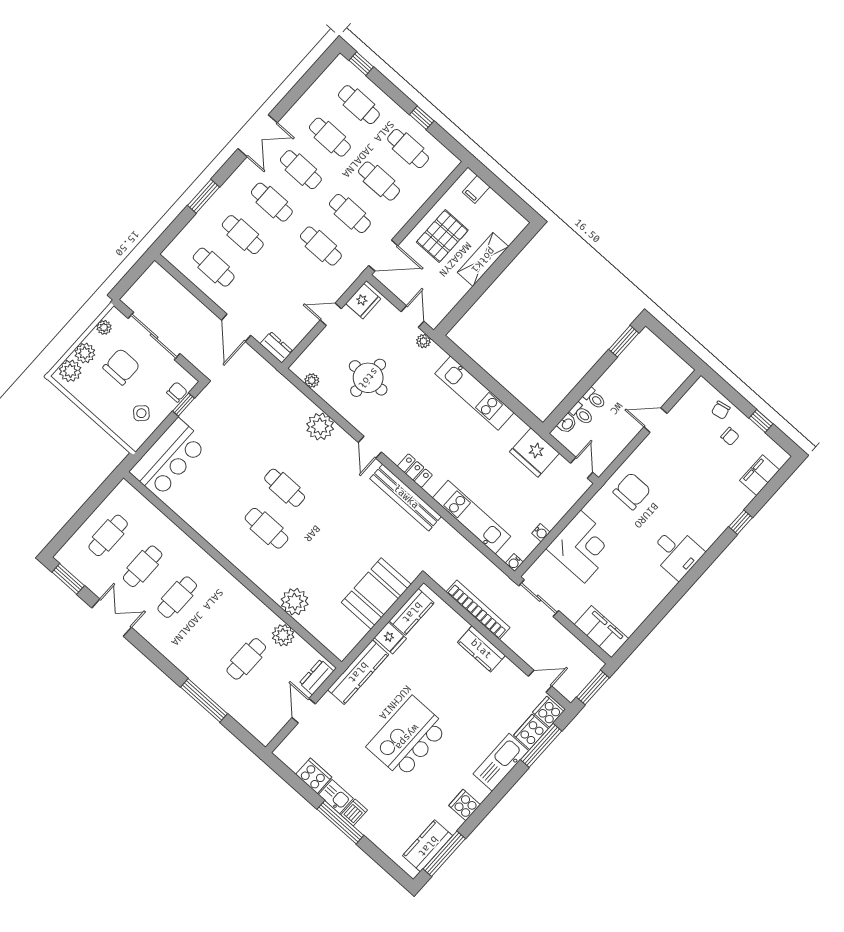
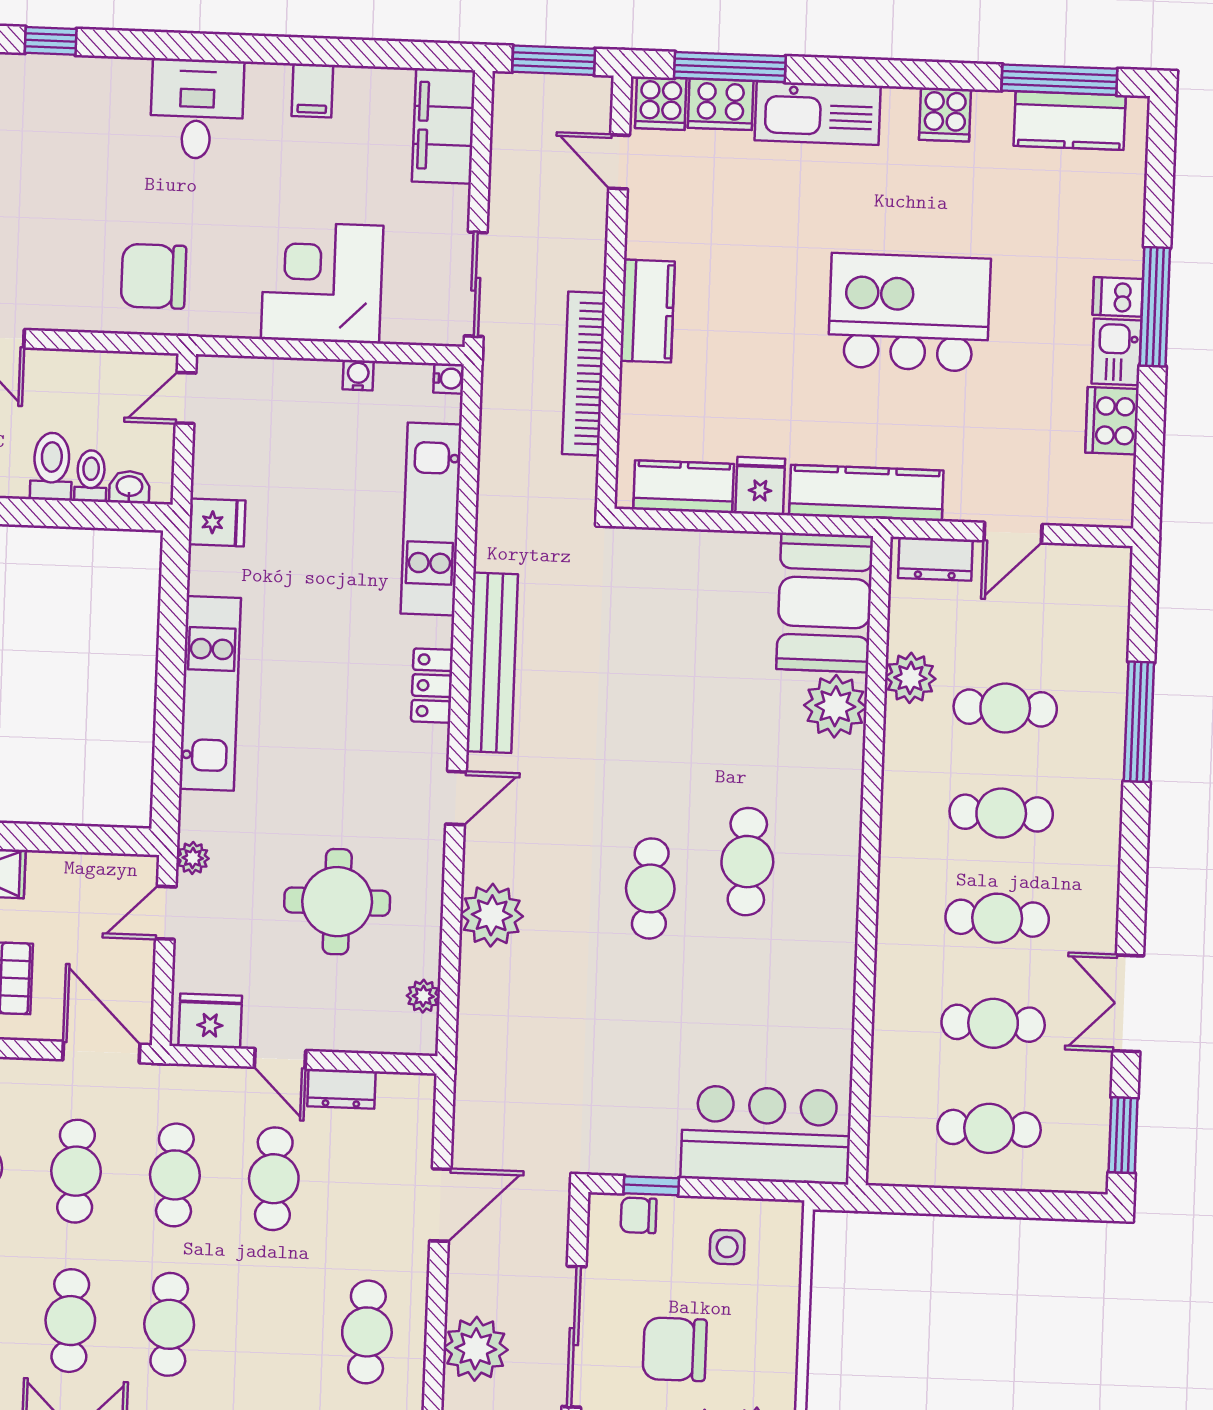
cafe table: (243, 235) -> (274, 1179), moved
plant: (177, 299) -> (476, 1349), added
dresser: (276, 347) -> (341, 1089), moved, turned -90
toilet: (595, 398) -> (51, 466), width x1.37, depth x1.39
side table: (141, 413) -> (727, 1247), turned 45
fridge: (534, 453) -> (217, 522), width x0.53, depth x0.75
booth: (376, 593) -> (825, 603), moved, turned 90
filing cabinet: (650, 597) -> (312, 90), added
cafe table: (212, 628) -> (1001, 813), added
kitchen island: (407, 737) -> (909, 312), turned 180

